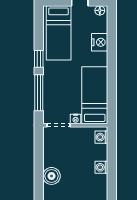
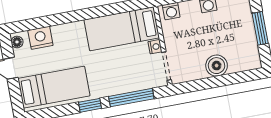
nightstand: (100, 42) -> (40, 38), moved
boiler: (52, 176) -> (217, 66), moved

